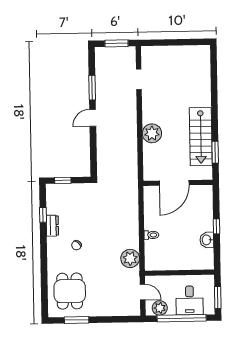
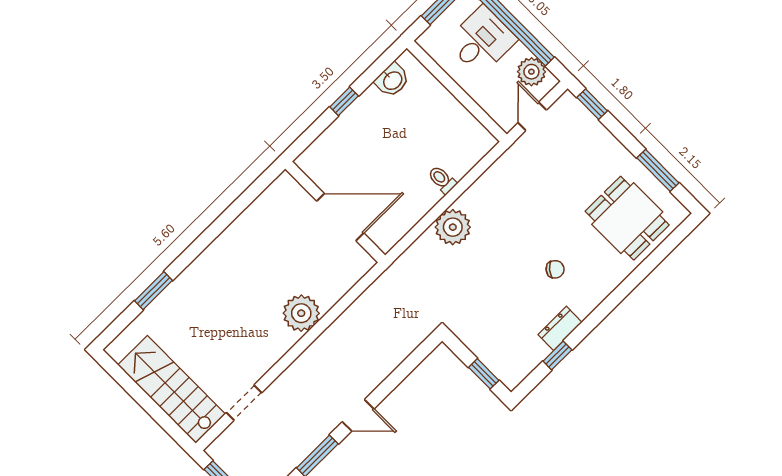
stairs: (201, 137) -> (172, 389), moved, turned -90
window: (215, 152) -> (153, 291), moved
washbasin: (207, 240) -> (392, 80), moved
plant: (130, 258) -> (453, 227), moved
dining table: (70, 291) -> (627, 218), turned 90
window: (125, 319) -> (592, 104), added

